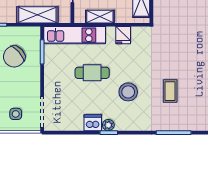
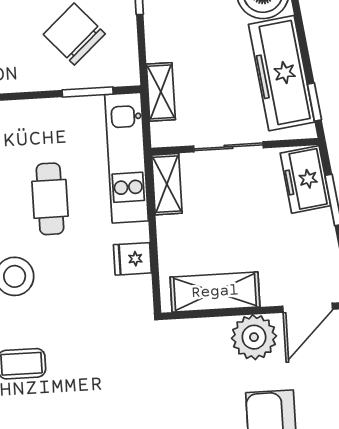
shelving: (37, 15) -> (161, 92), width x0.67, depth x0.75
shelving: (100, 17) -> (167, 184), moved

